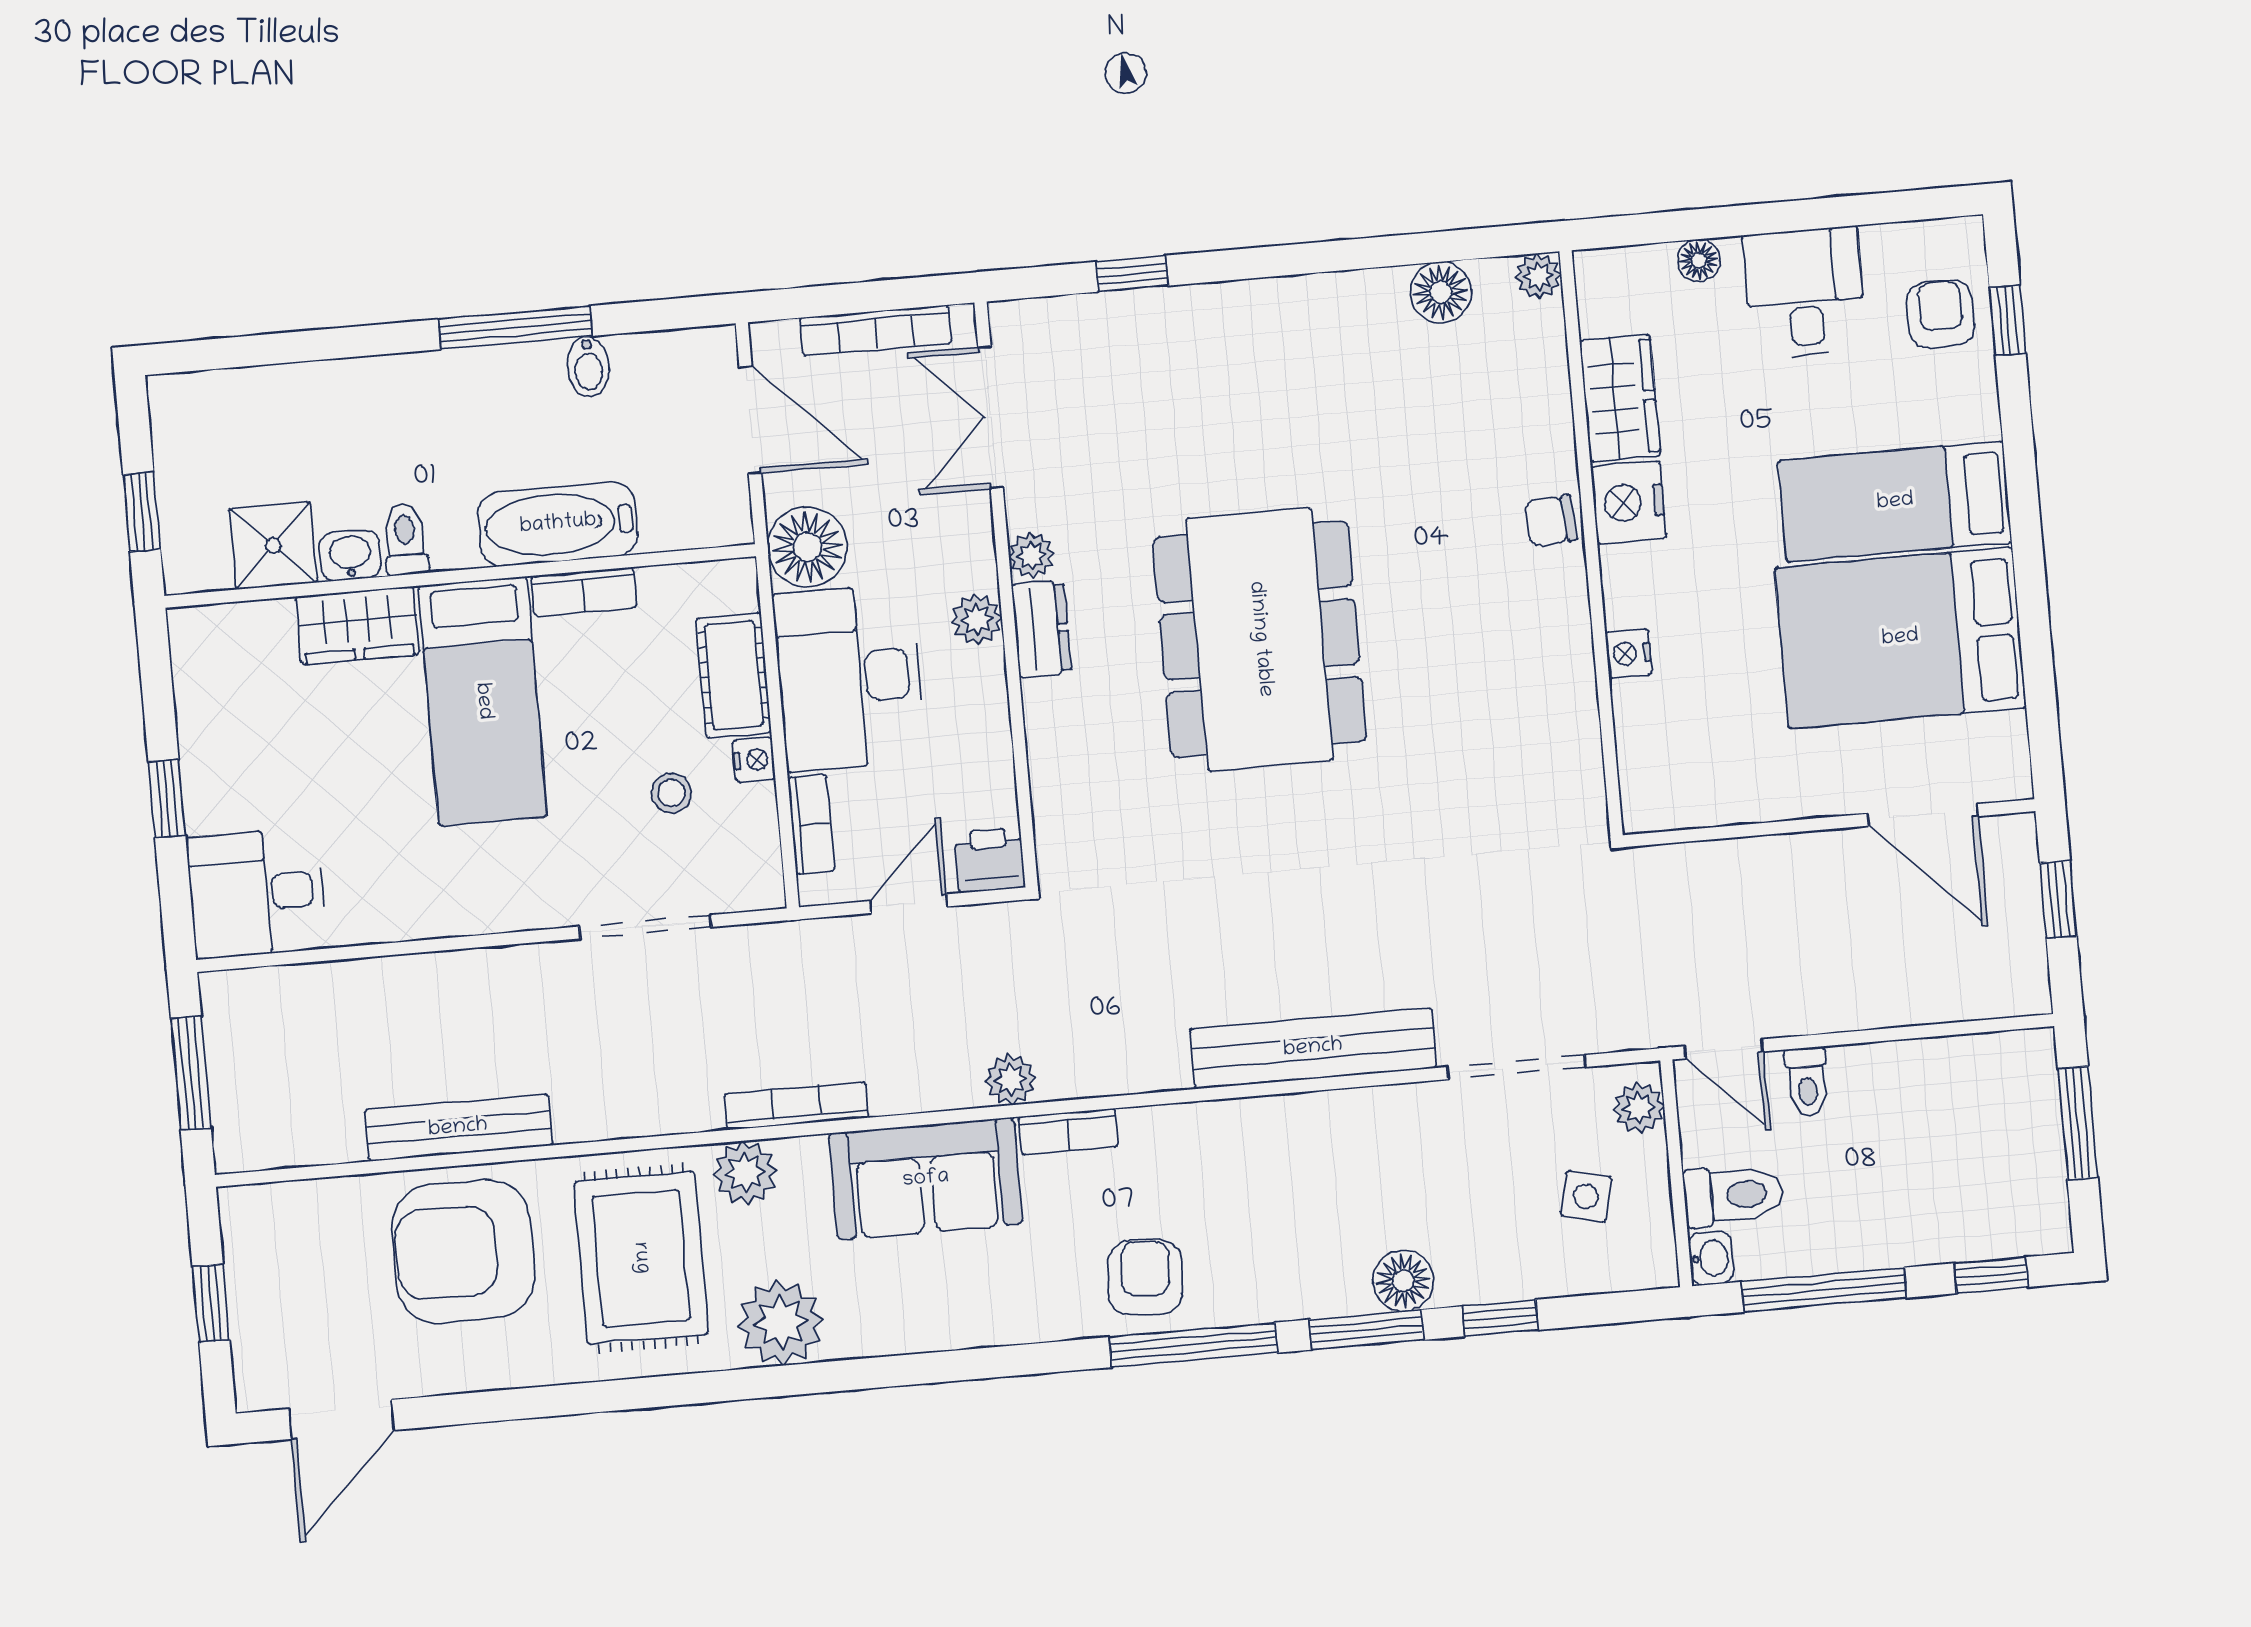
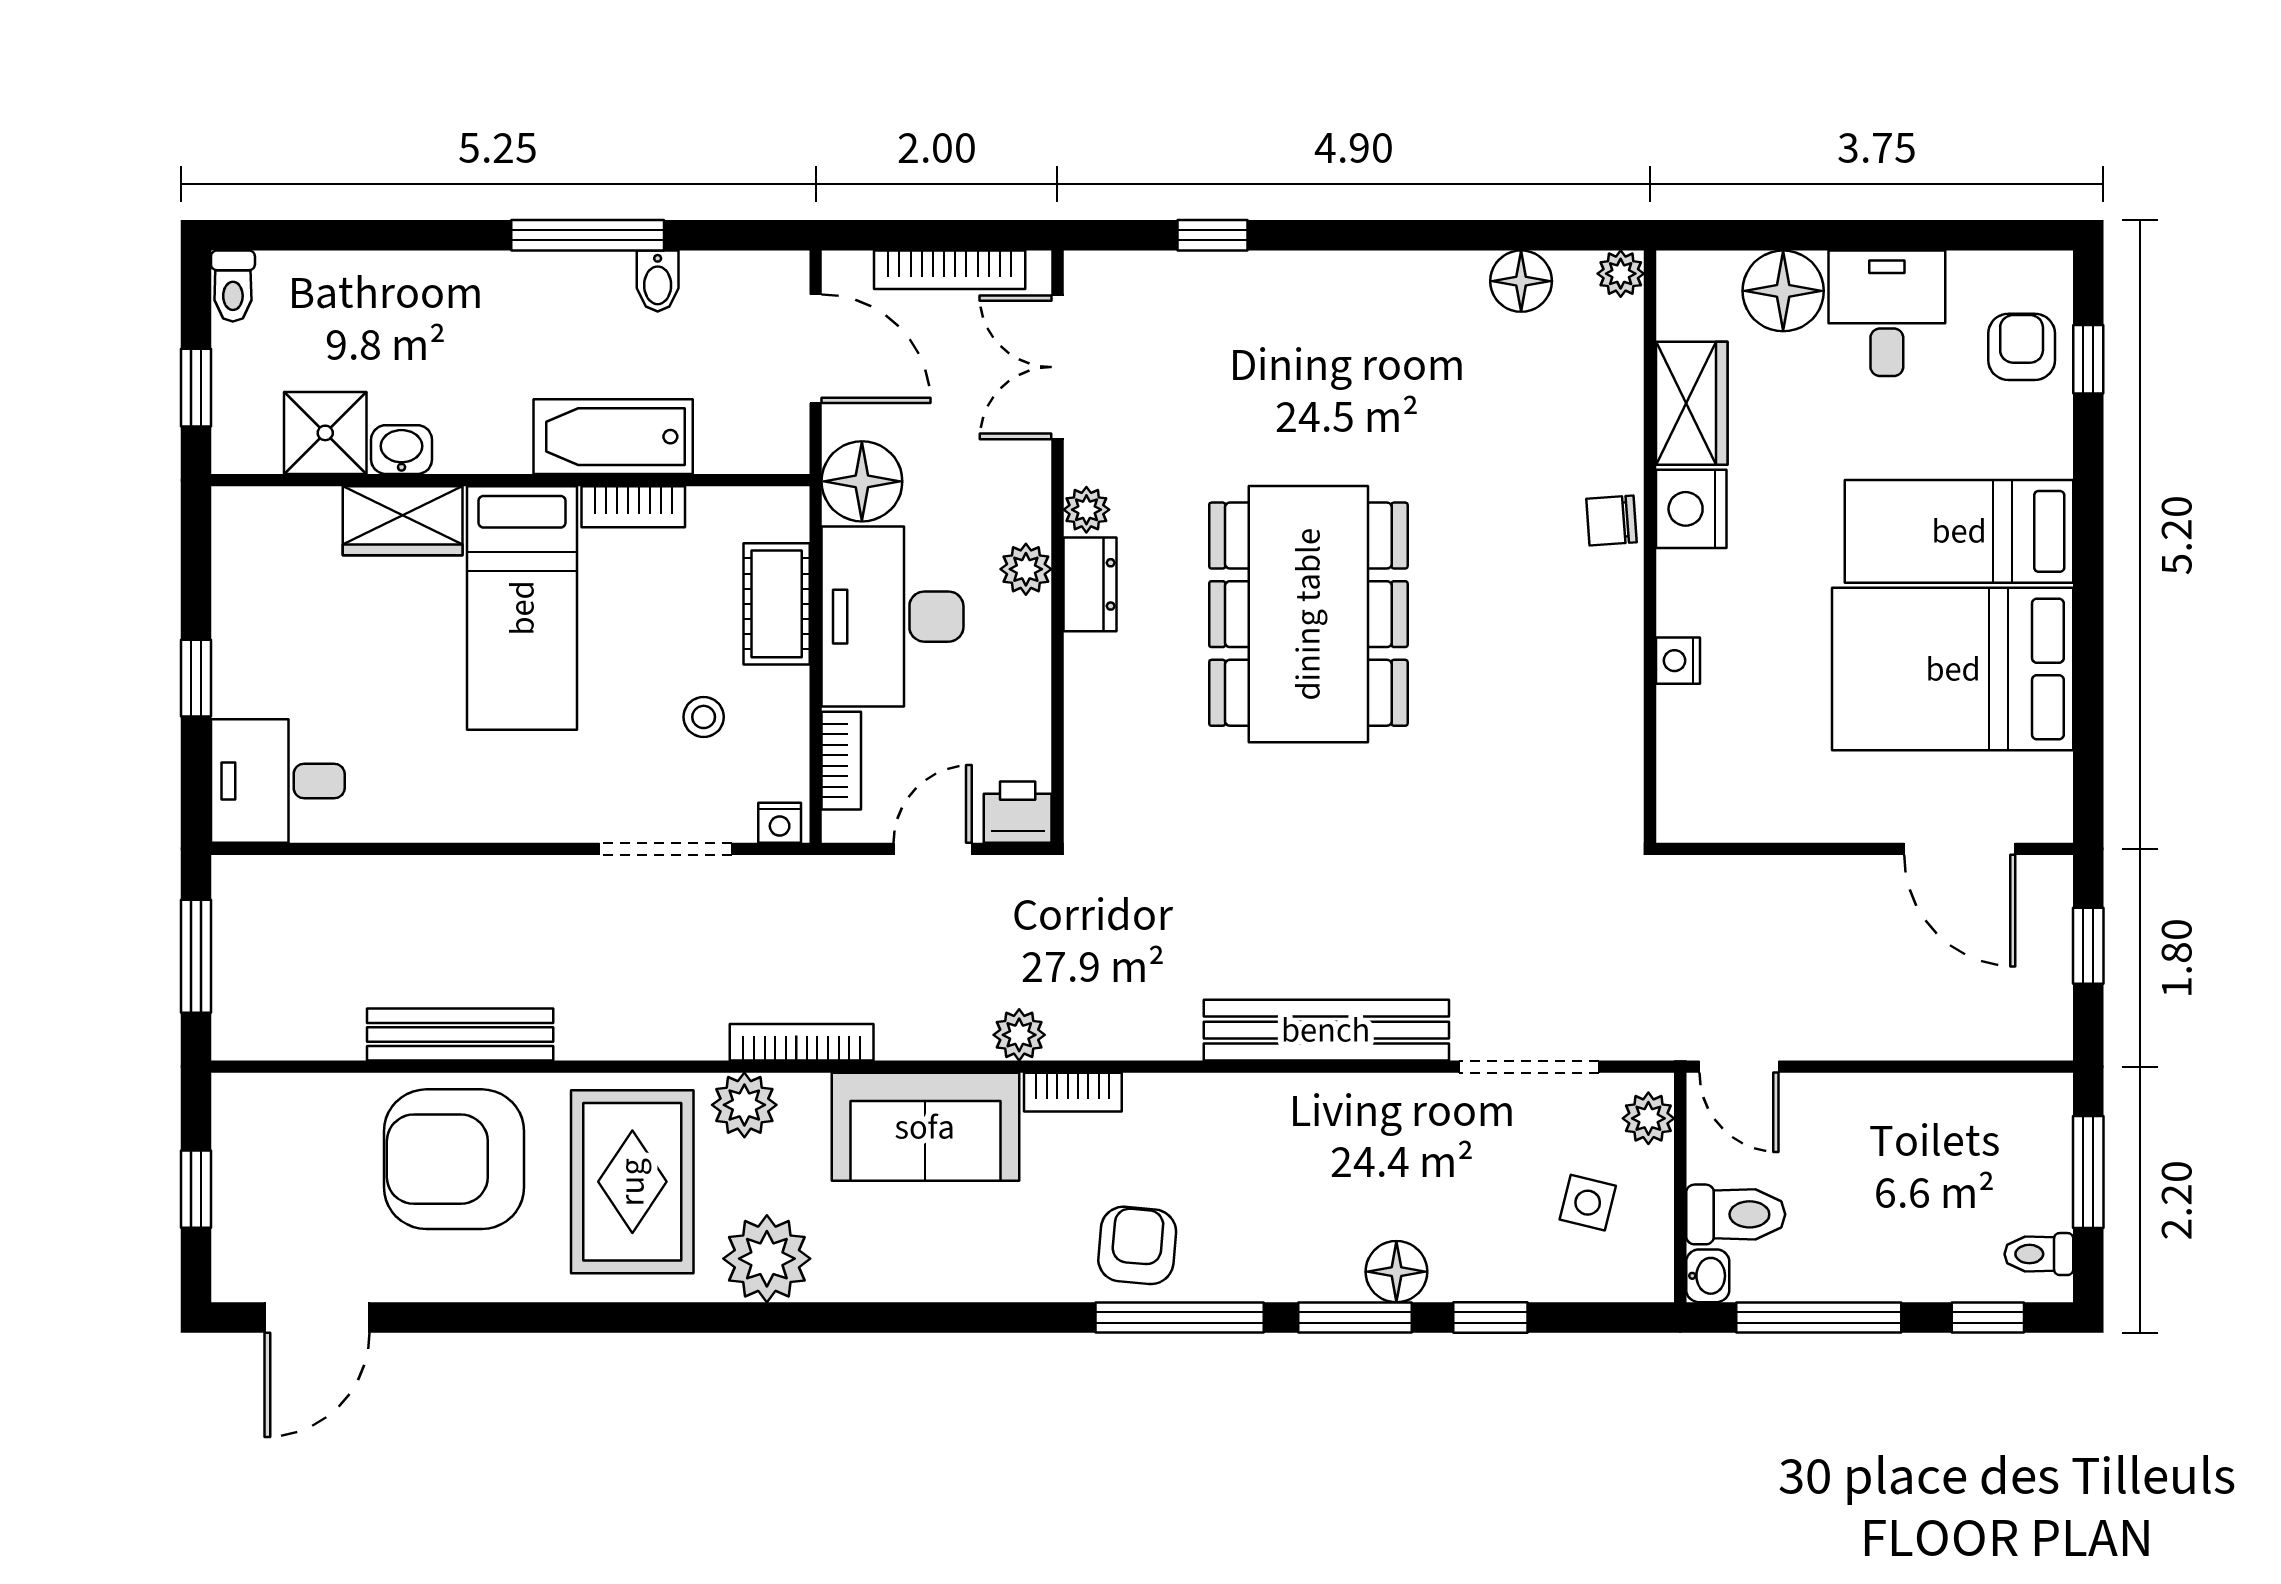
floor lamp: (1699, 261) -> (1783, 291), width x1.89, depth x1.89
toilet: (405, 539) -> (233, 286), moved, turned 180
nightstand: (754, 760) -> (780, 823), moved, turned 90
toilet: (1807, 1082) -> (2039, 1254), moved, turned 90

